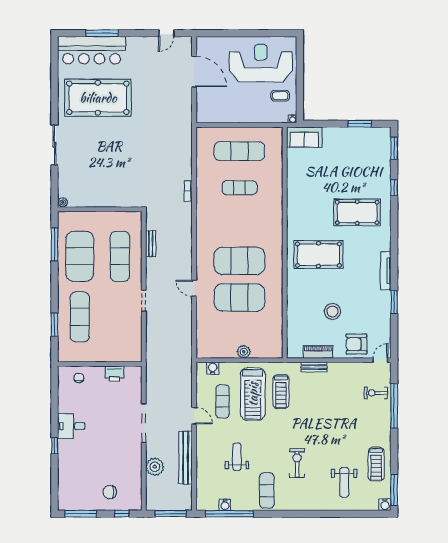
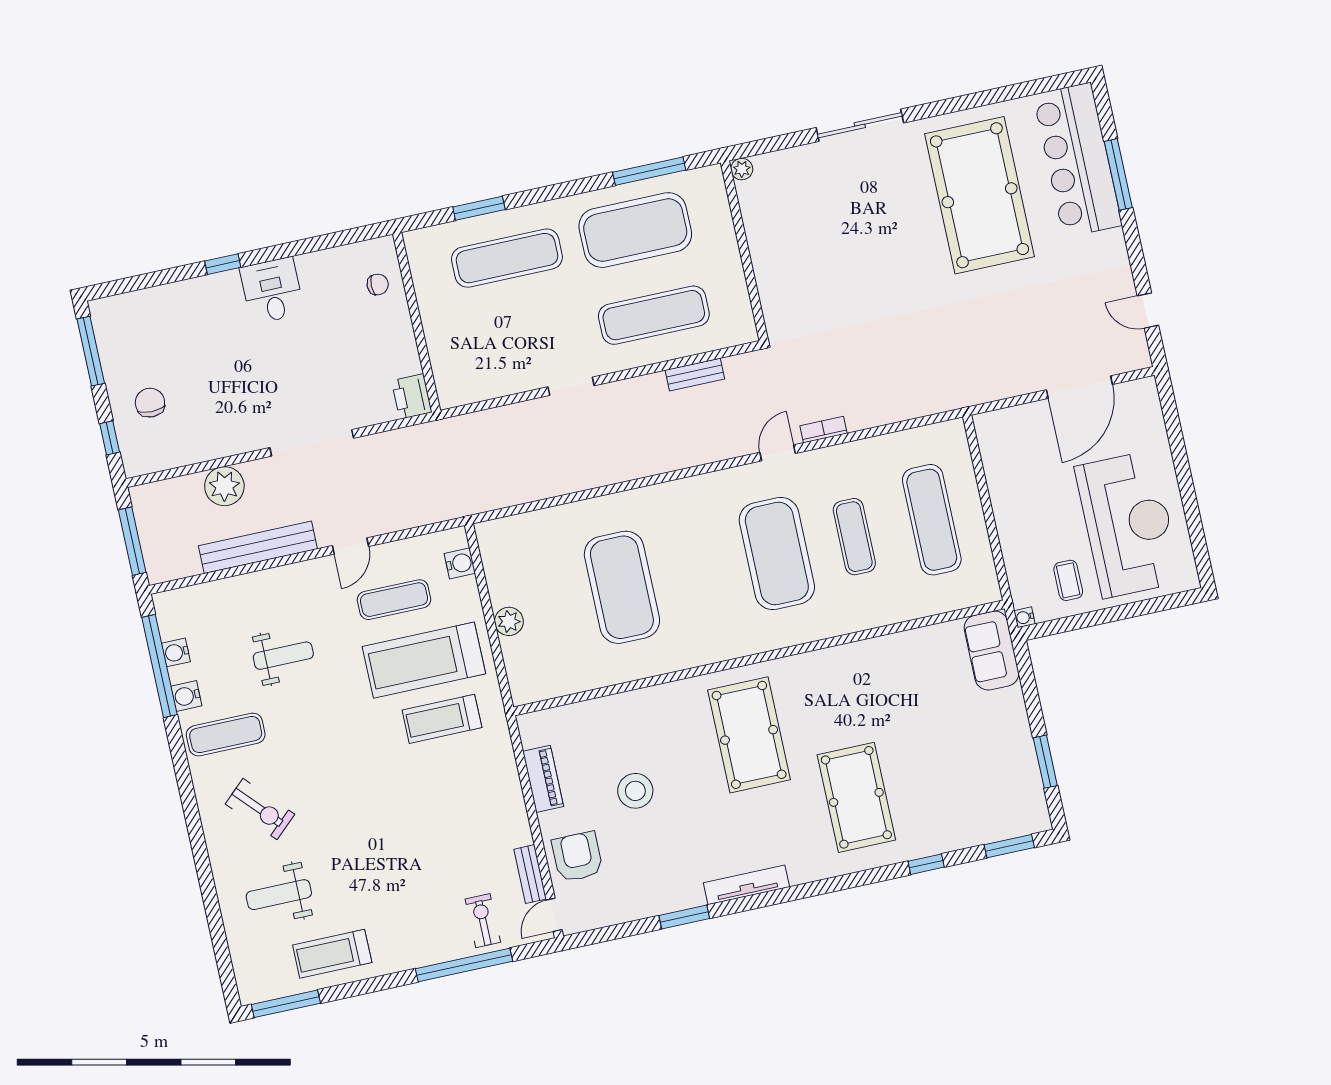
exercise mat: (239, 261) -> (777, 554), moved
door: (194, 288) -> (778, 453), moved
door: (380, 360) -> (554, 915), swing flipped
bench: (314, 367) -> (530, 874), moved
printer: (115, 373) -> (412, 396), moved
exercise bike: (297, 463) -> (260, 809), moved, turned 47
water cooler: (385, 505) -> (186, 696), moved

